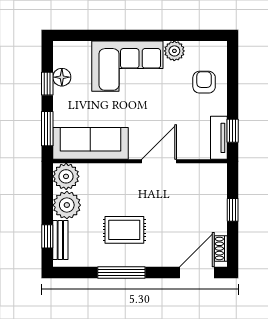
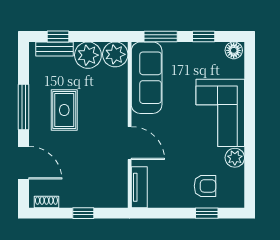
floor lamp: (62, 77) -> (234, 50), moved
window: (233, 131) -> (207, 213), moved
tv unit: (219, 138) -> (139, 187), moved, turned 90
door: (197, 273) -> (24, 163), moved

